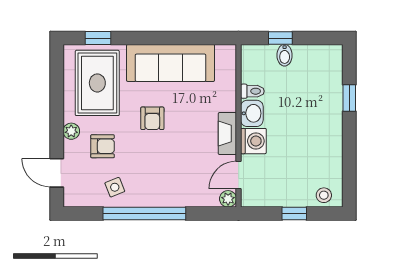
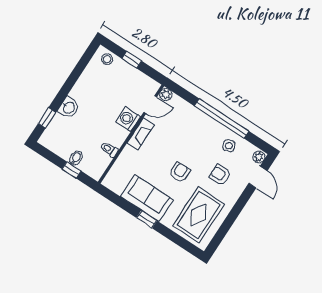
window: (98, 38) -> (147, 219), moved
sofa: (171, 63) -> (147, 198), width x0.73
window: (349, 98) -> (47, 118), moved
washbasin: (252, 113) -> (69, 108), moved, turned 180
plant: (71, 131) -> (259, 157), moved

